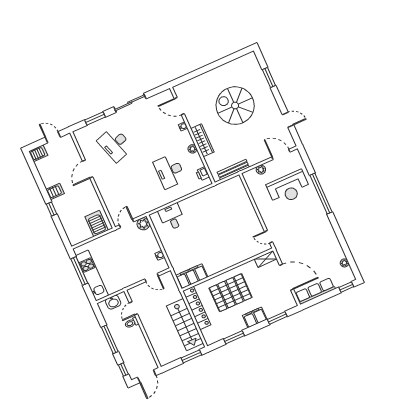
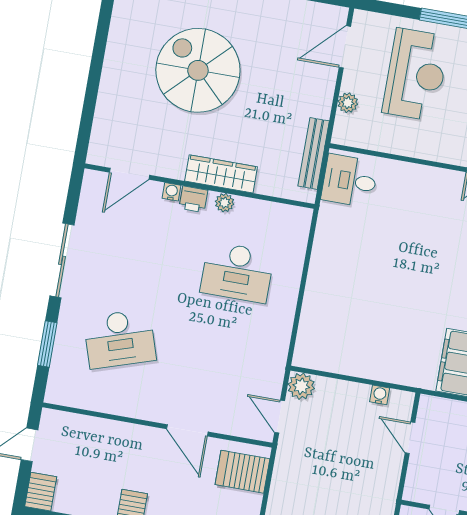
spiral stairs: (235, 106) -> (198, 70), turned 90
door: (88, 169) -> (187, 430), moved
printer: (203, 174) -> (193, 199), moved
desk: (172, 217) -> (350, 181), moved
door: (152, 277) -> (410, 438), swing flipped

